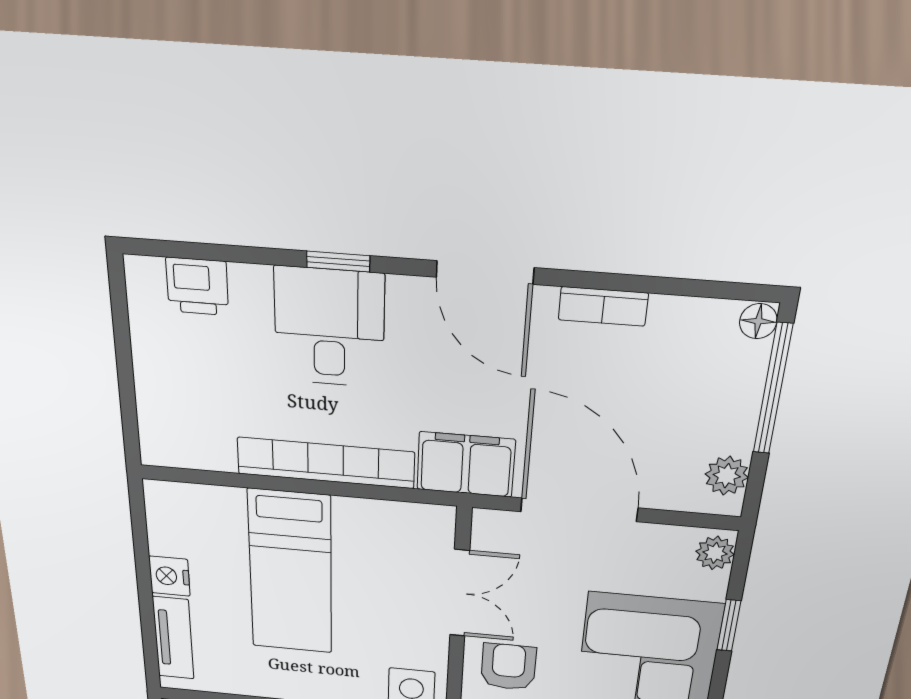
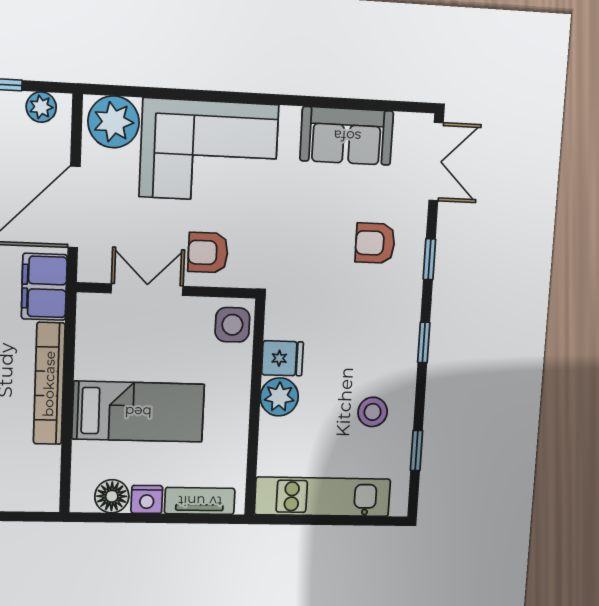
floor lamp: (170, 534) -> (112, 496), added
plant: (715, 553) -> (114, 122), width x1.88, depth x1.88
window: (729, 625) -> (161, 93), removed

